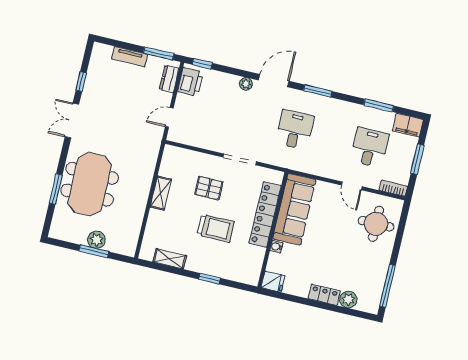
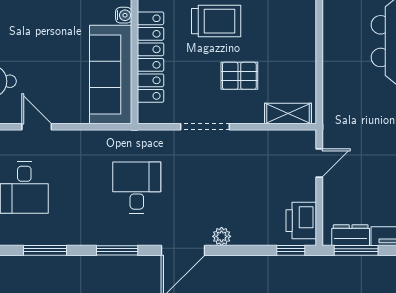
dresser: (169, 79) -> (351, 235), moved, turned -90
window: (379, 105) -> (45, 250), moved
desk: (295, 130) -> (137, 188), turned 180
shelving: (161, 193) -> (288, 114), moved, turned 90
trolley: (216, 228) -> (216, 21), turned 180

